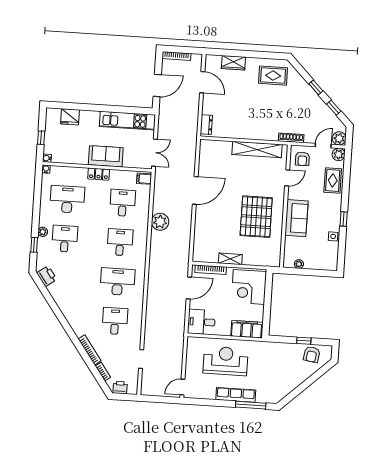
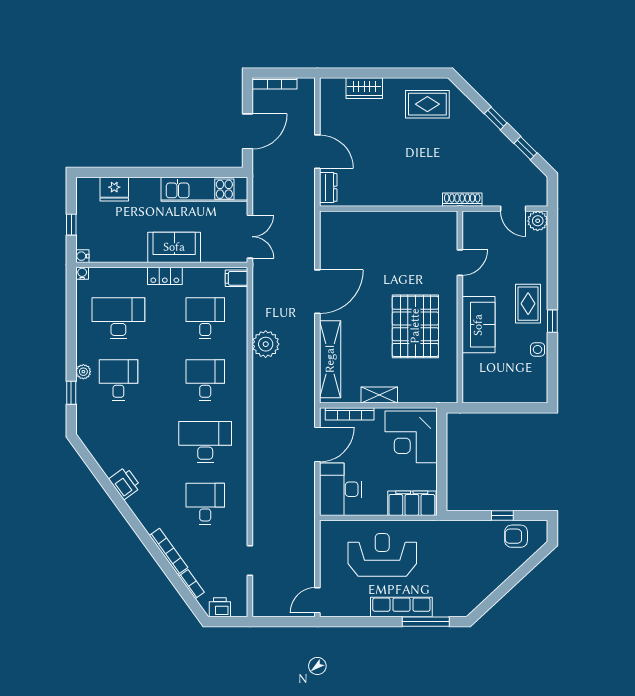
door: (202, 82) -> (317, 152), moved
plant: (339, 138) -> (537, 196), removed
door: (323, 146) -> (513, 209), swing flipped
shelving: (257, 149) -> (330, 359), moved, turned 90
armchair: (302, 159) -> (482, 231), removed
rug: (333, 180) -> (528, 304), moved
plant: (299, 264) -> (487, 396), removed
printer: (47, 276) -> (125, 483), moved
desk: (201, 322) -> (340, 489), width x1.37
armchair: (312, 354) -> (516, 536), turned 81

